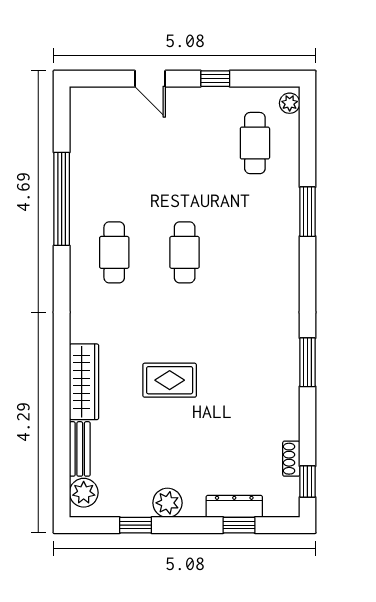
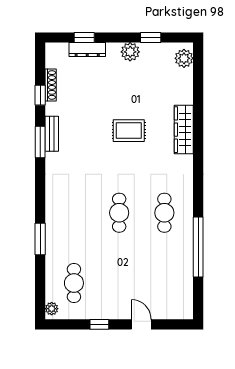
bench: (80, 449) -> (52, 134), moved
shoe rack: (291, 459) -> (51, 85), width x1.43
window: (307, 482) -> (40, 95), moved

